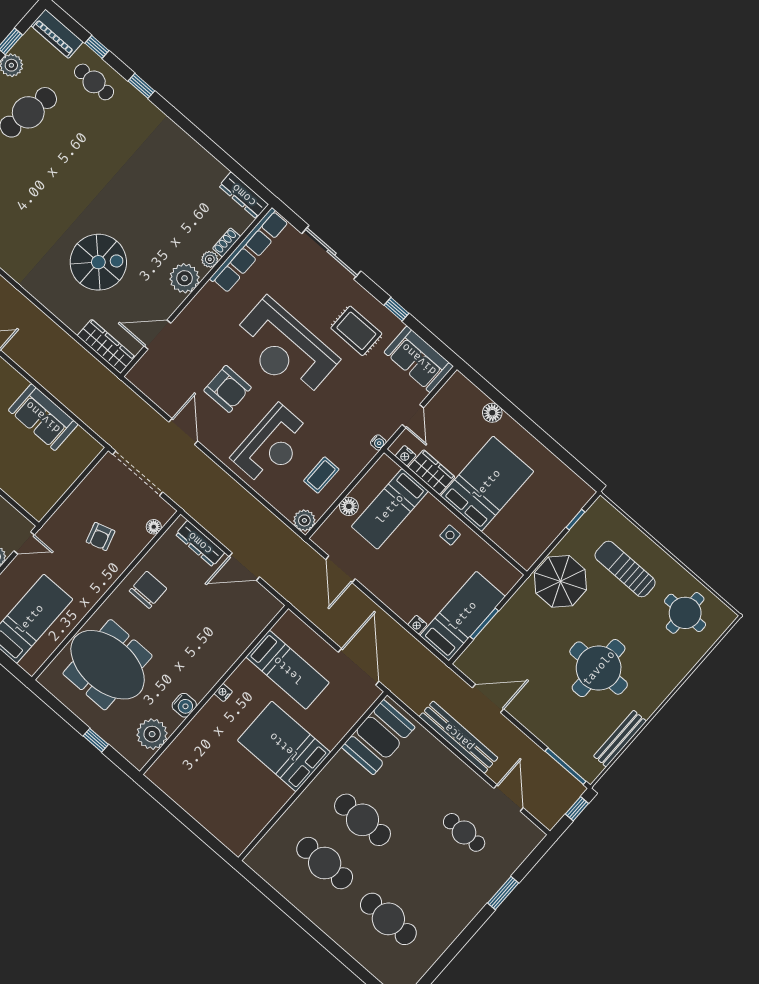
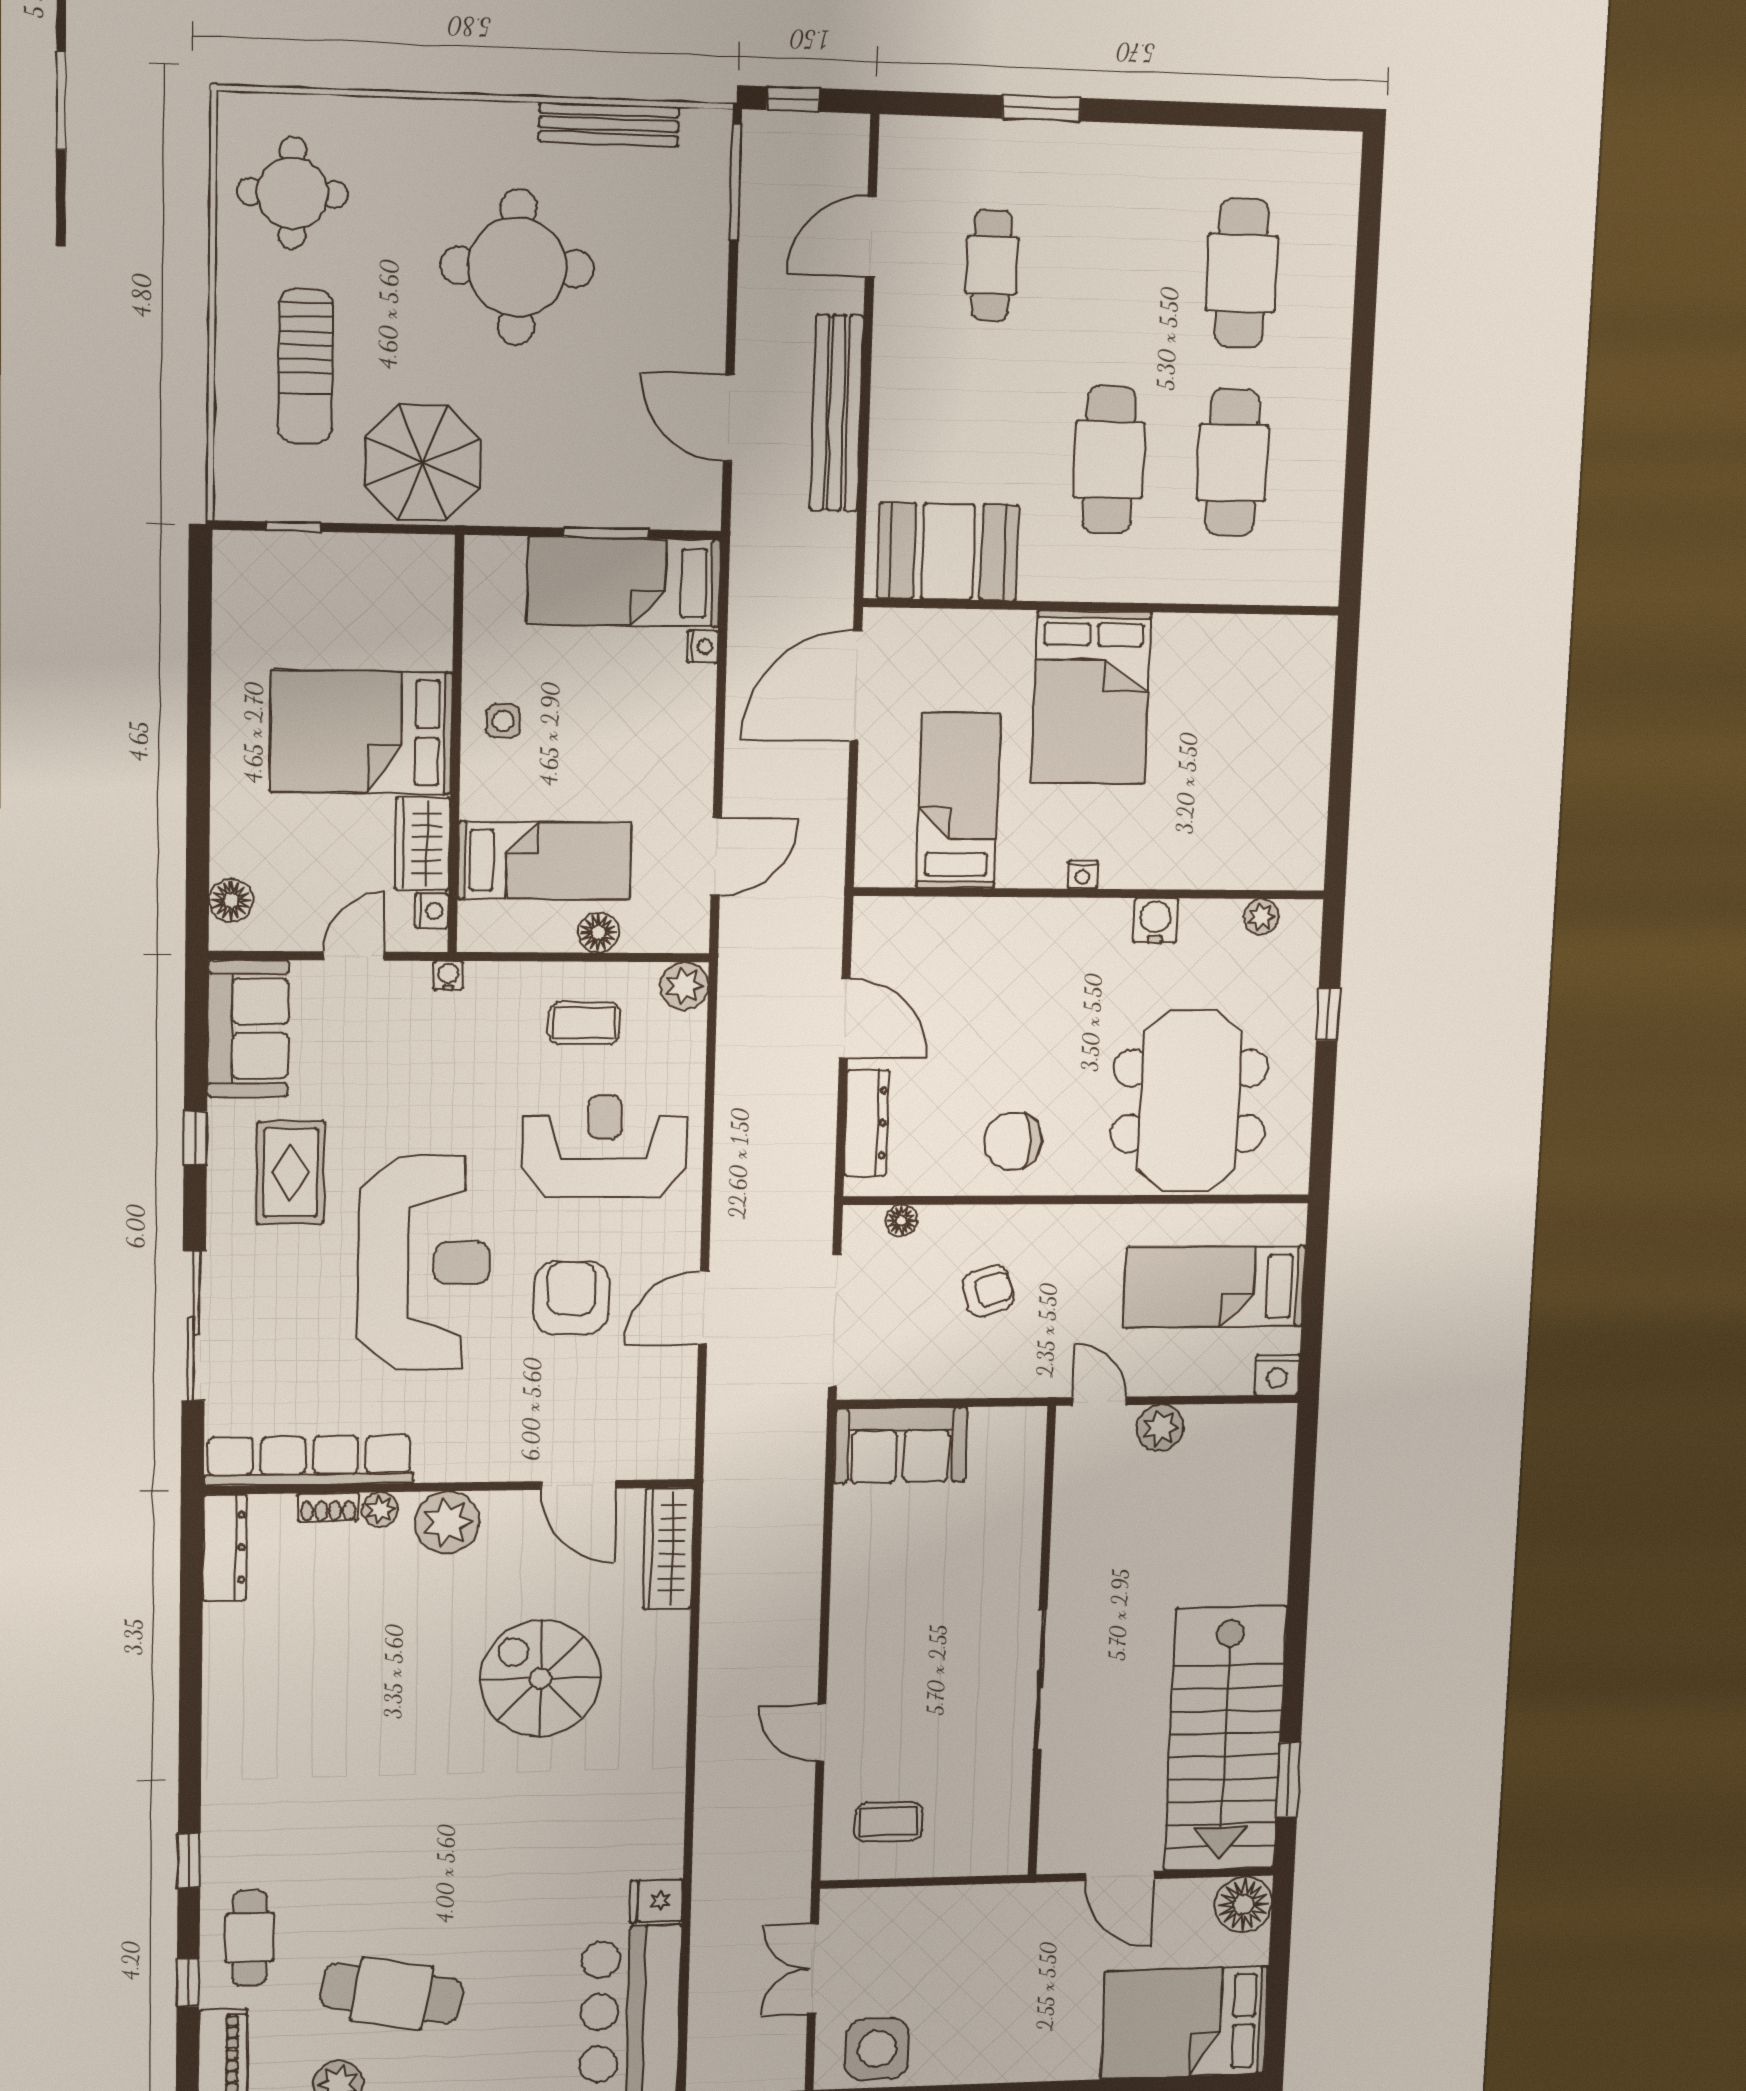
floor lamp: (492, 413) -> (231, 900), moved
sofa: (43, 417) -> (901, 1445), moved, turned 90
plant: (152, 734) -> (1261, 917), width x0.53, depth x0.53

